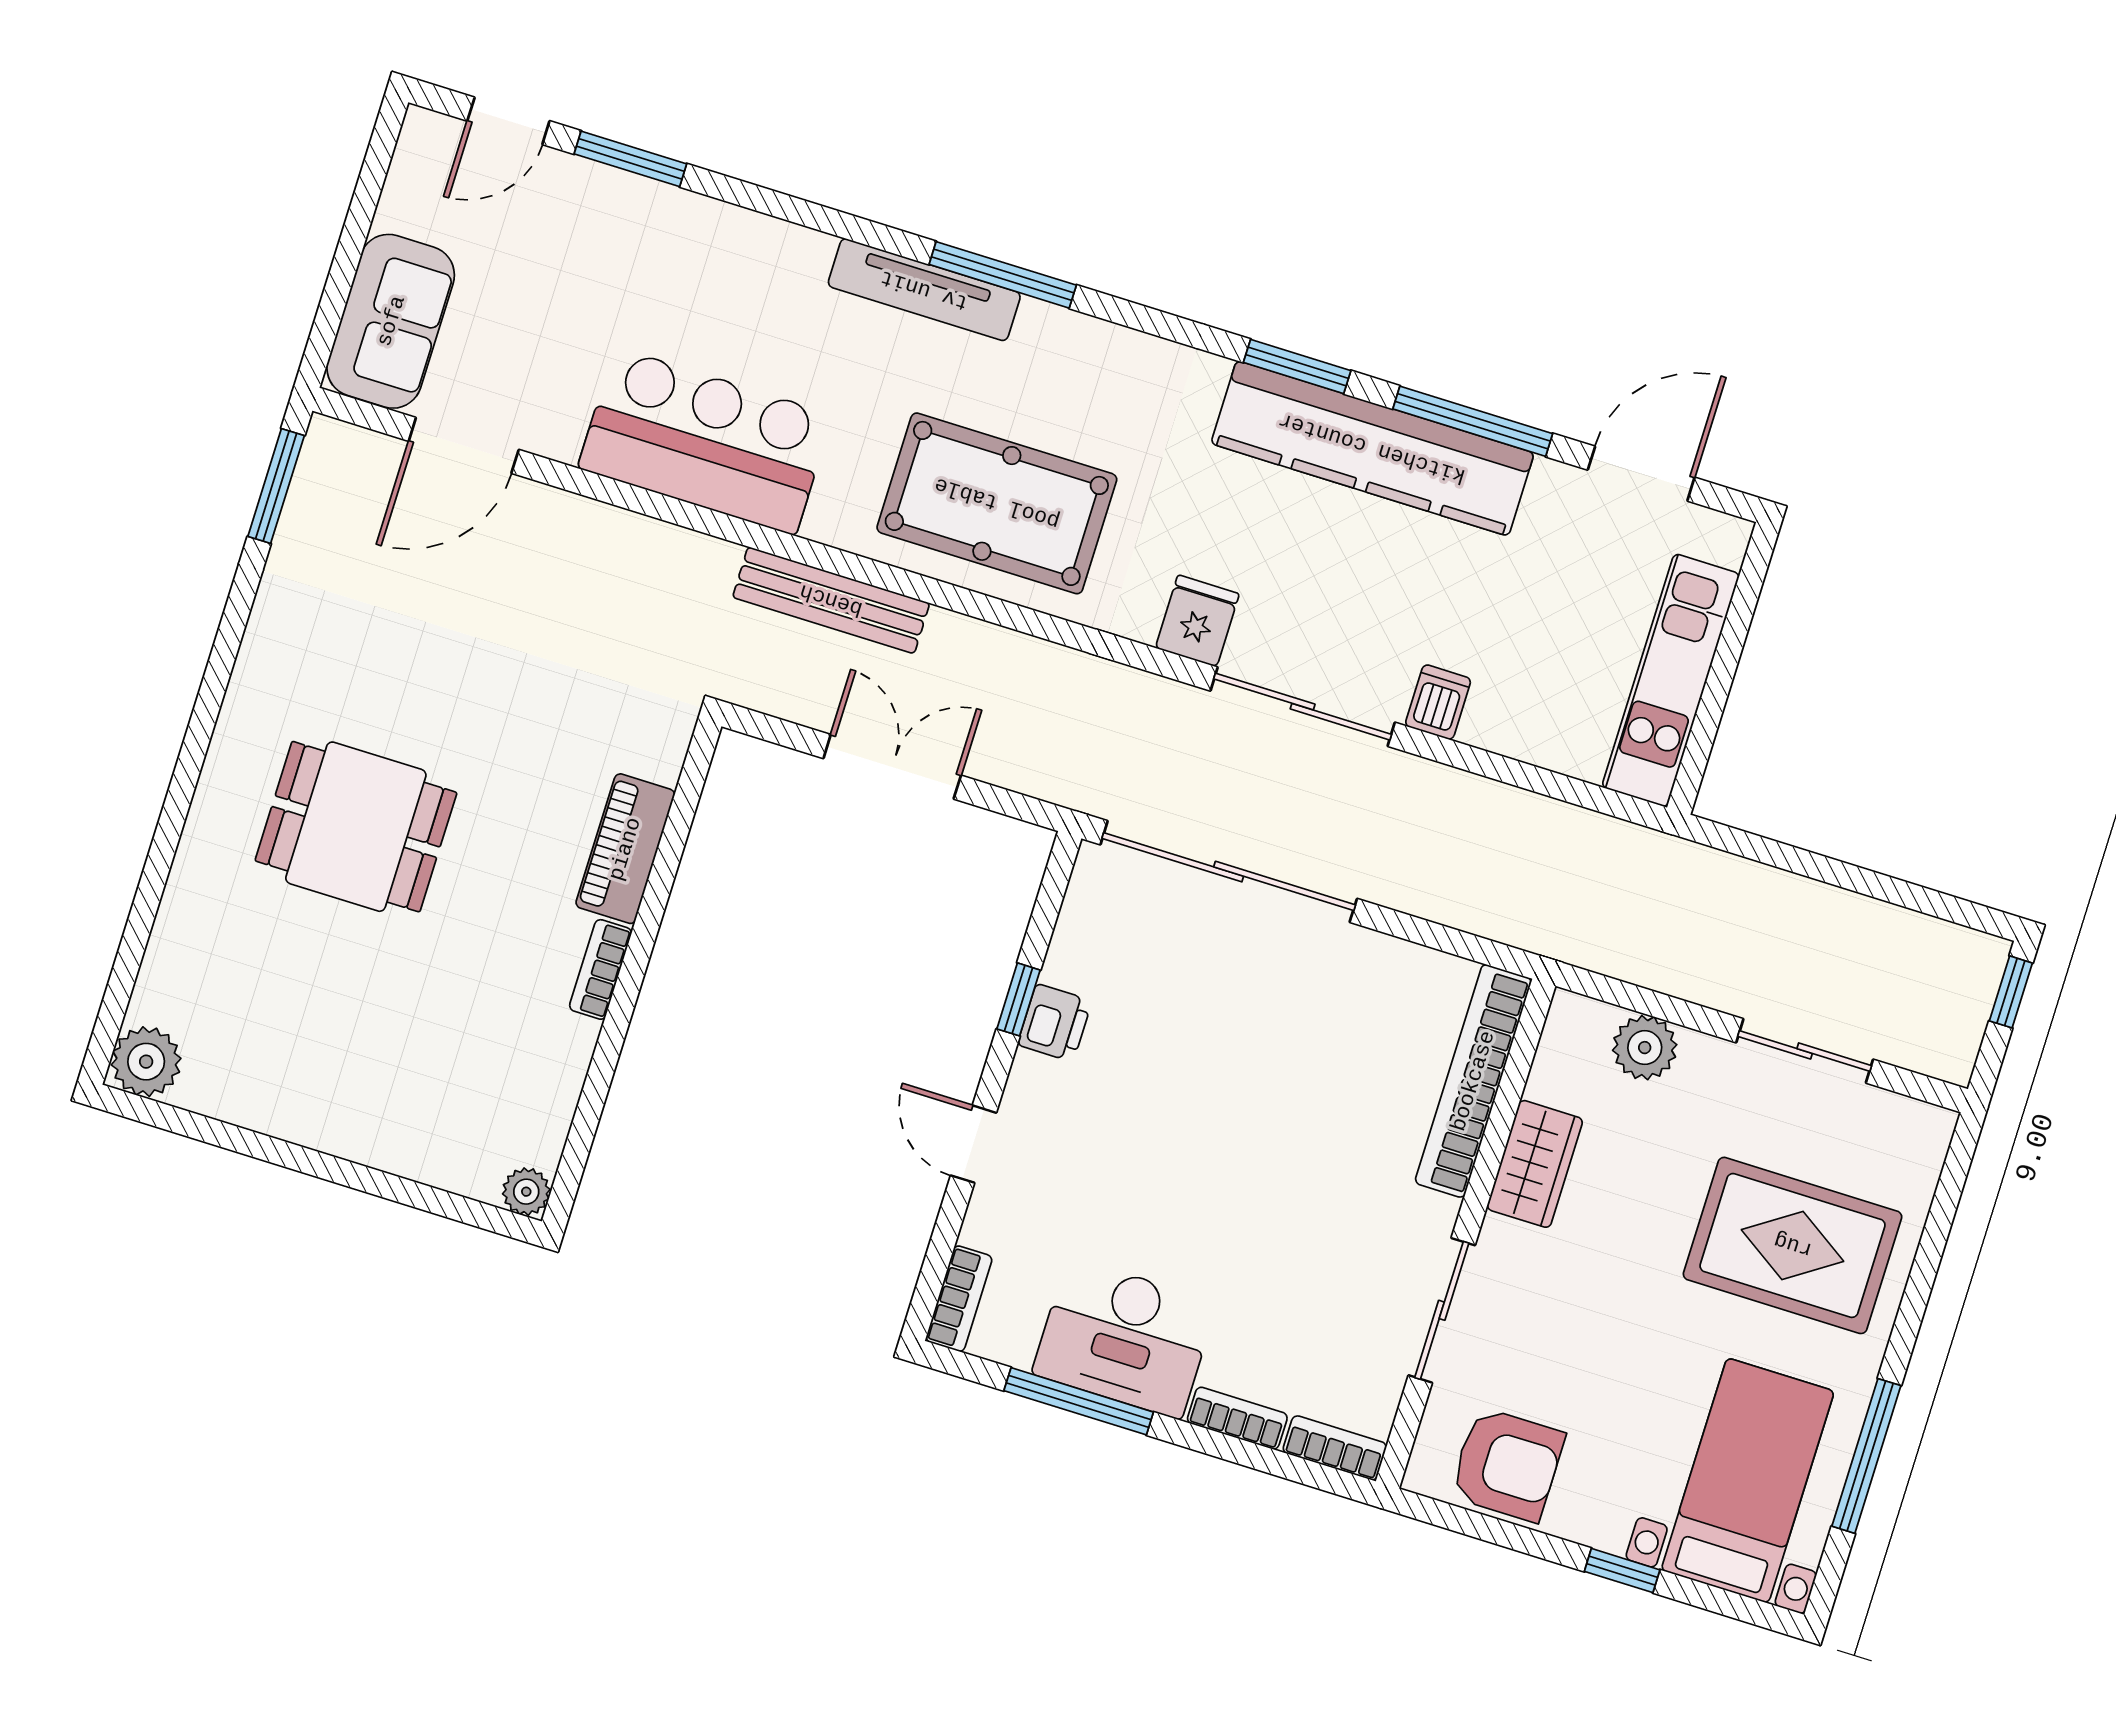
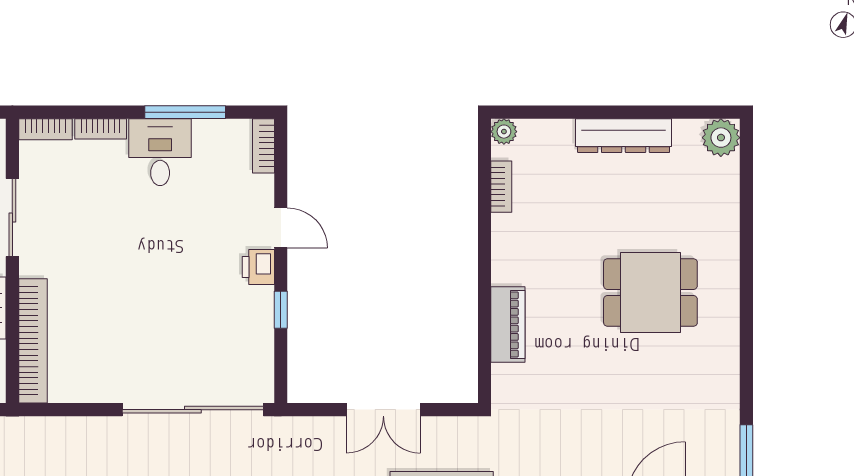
bookcase: (601, 969) -> (501, 187), moved
printer: (1055, 1023) -> (258, 267), moved
dresser: (317, 1119) -> (624, 136), added
desk: (1124, 1338) -> (160, 152), width x0.73

